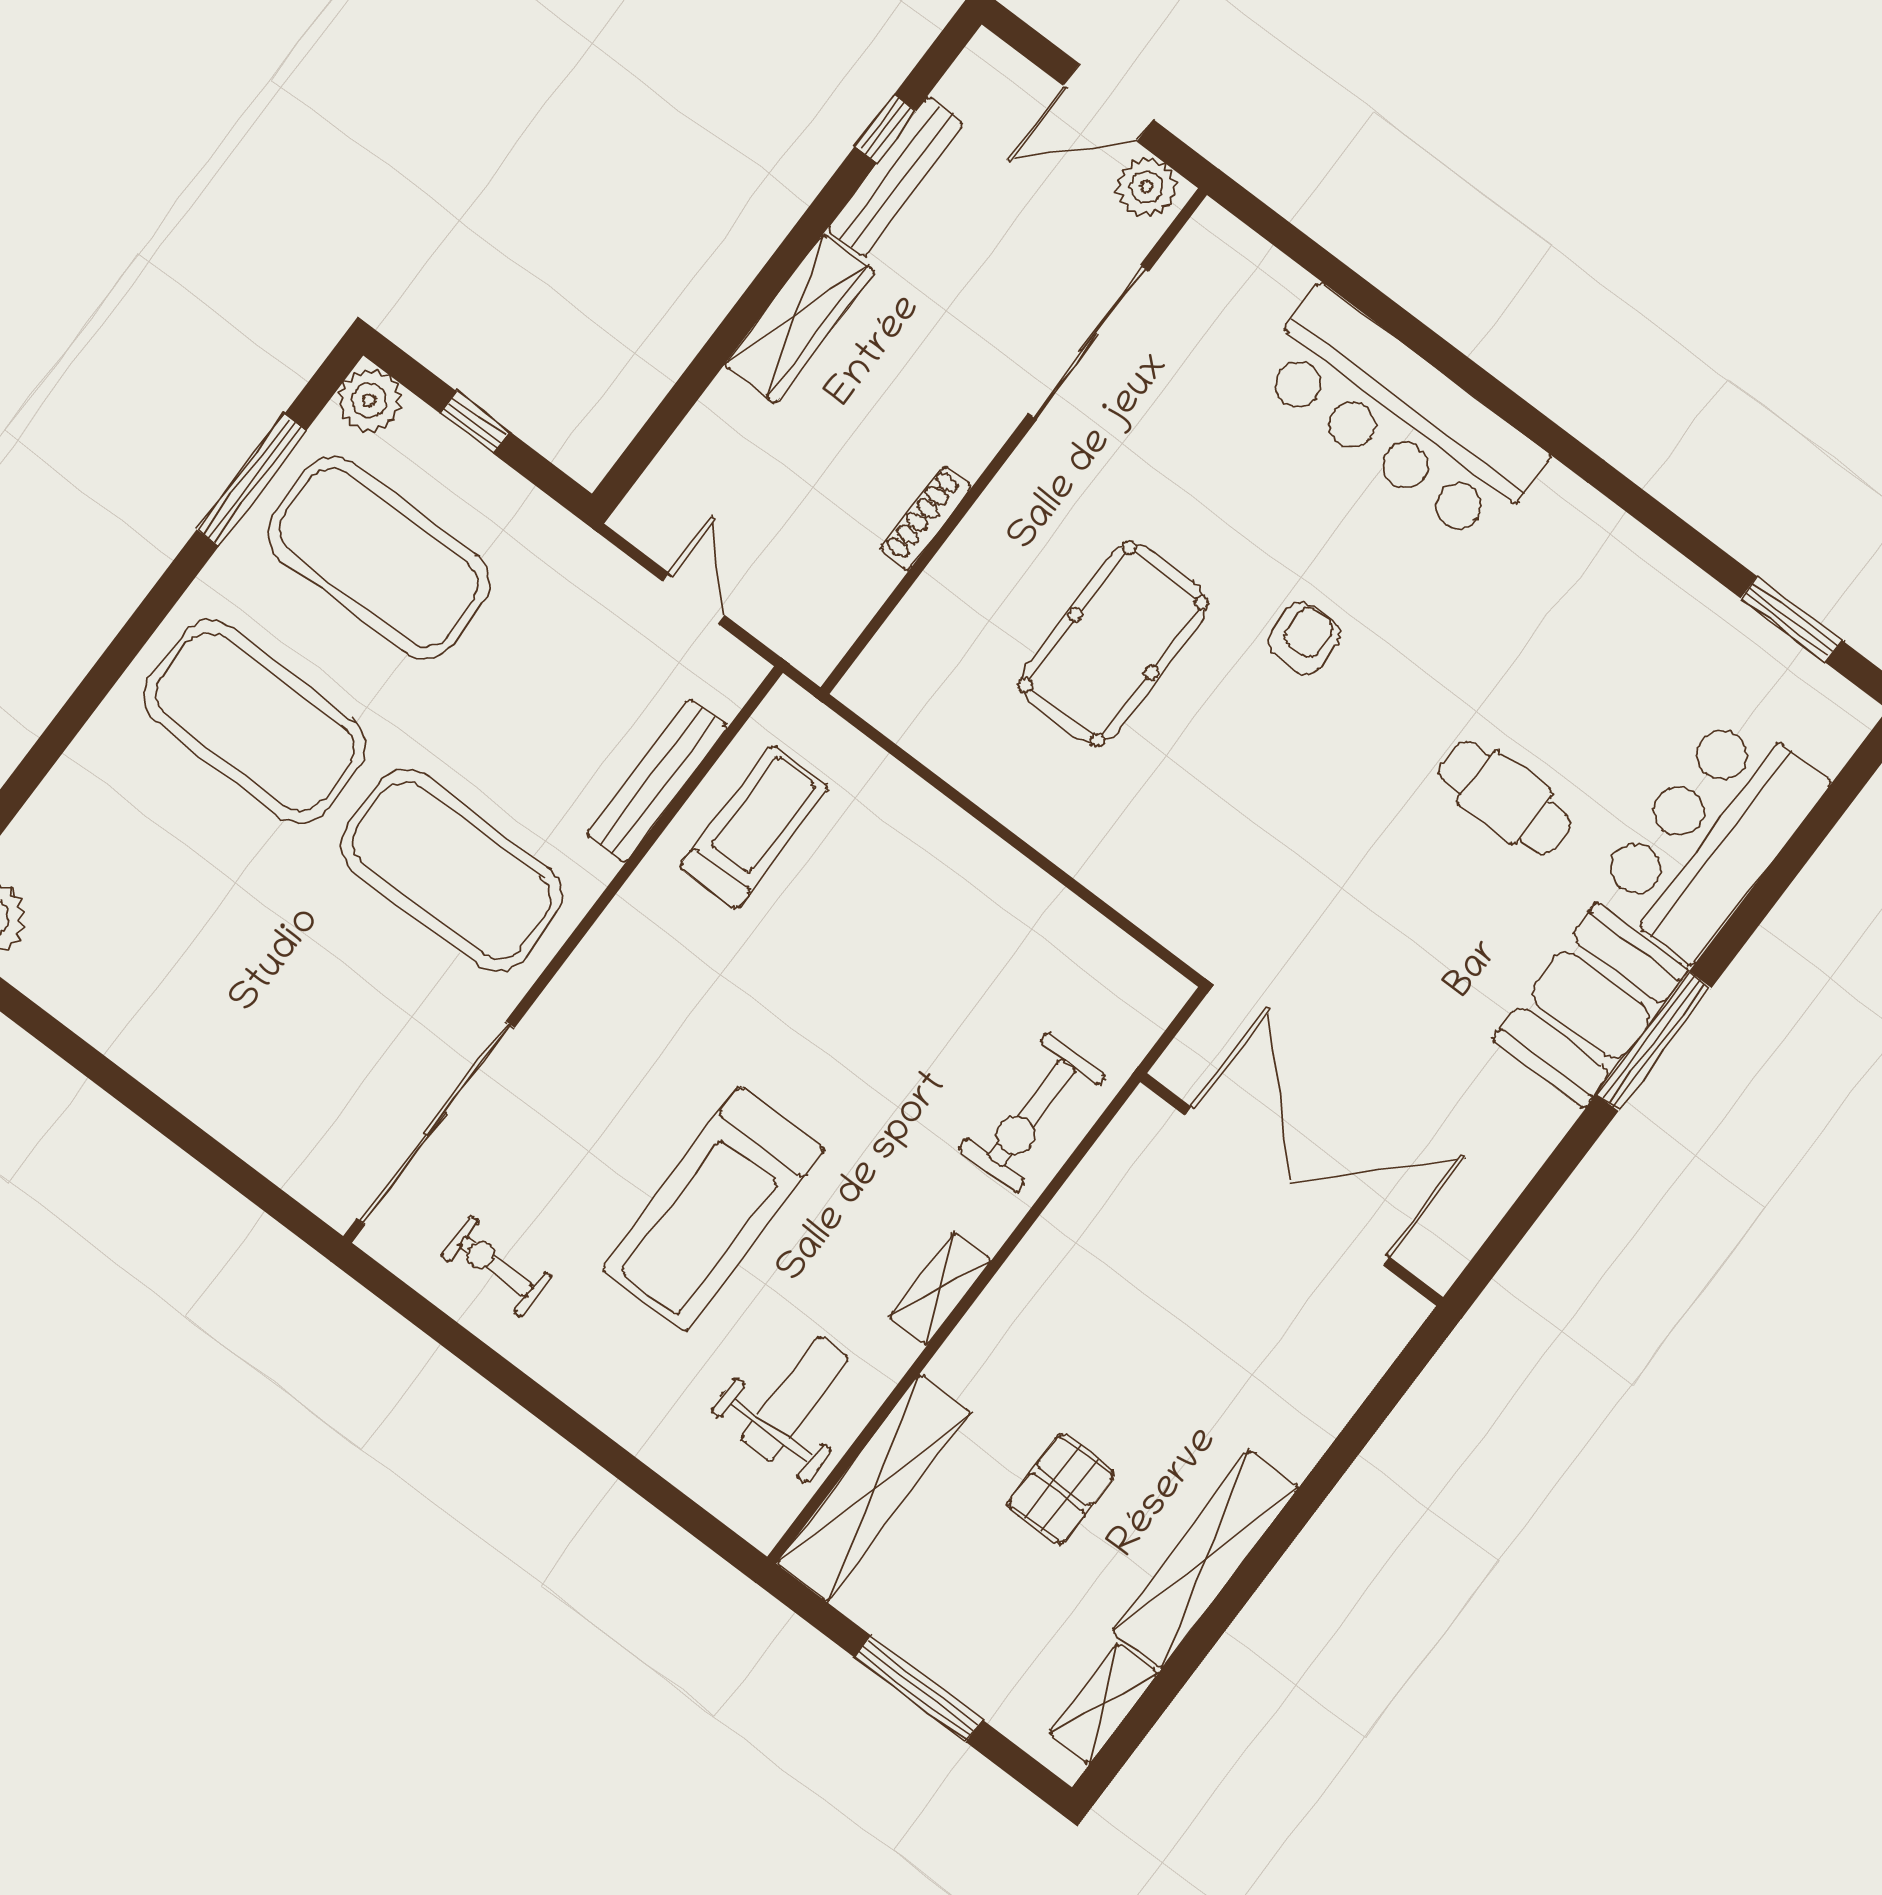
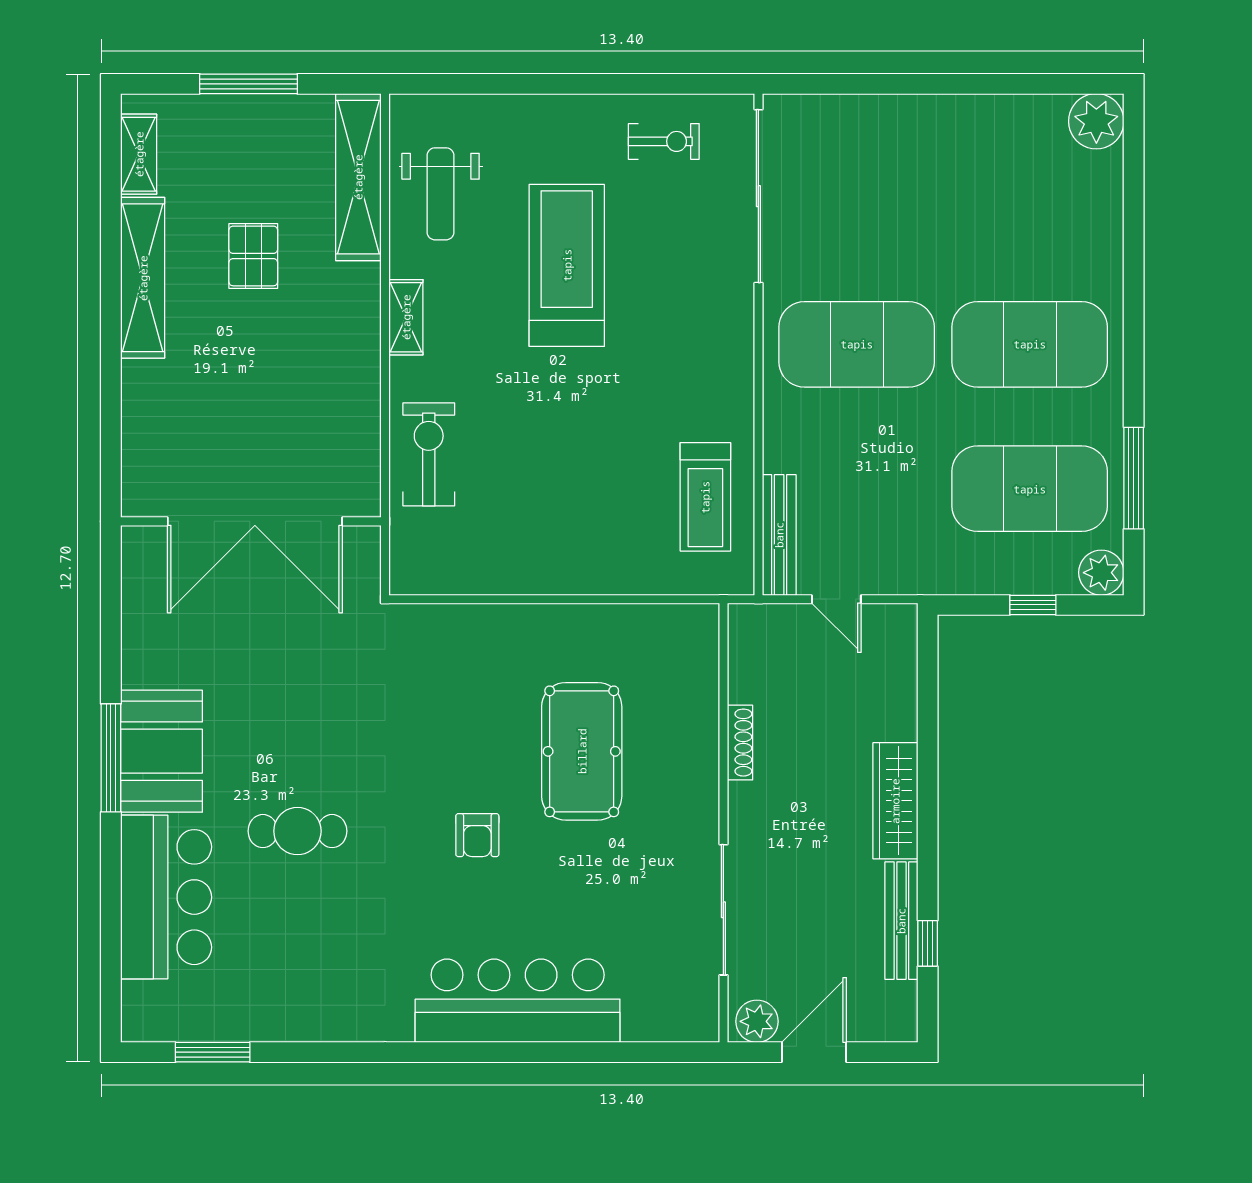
bench: (657, 781) -> (779, 535), moved

